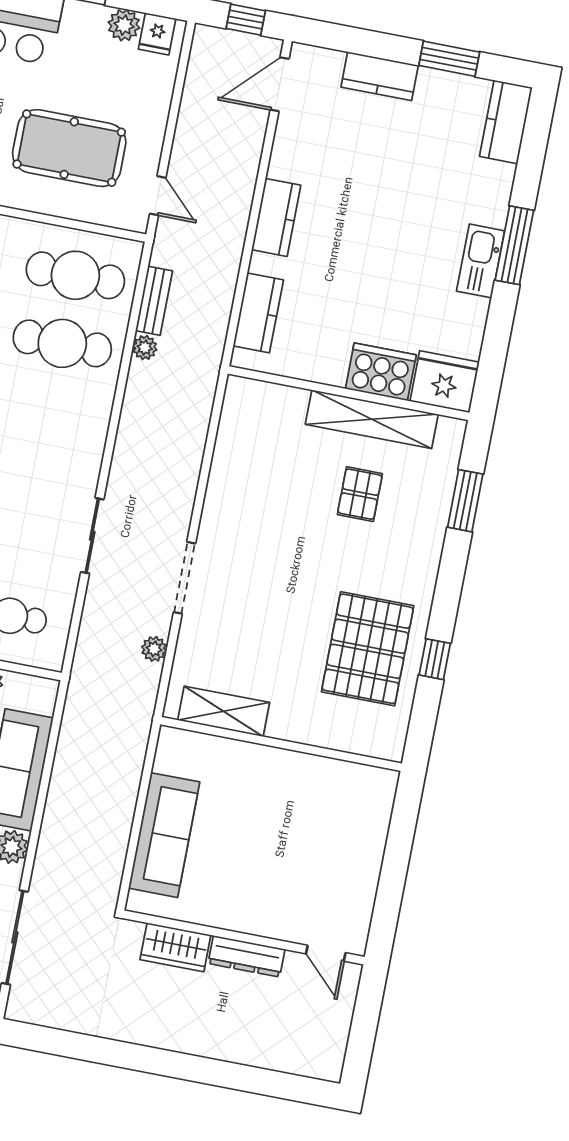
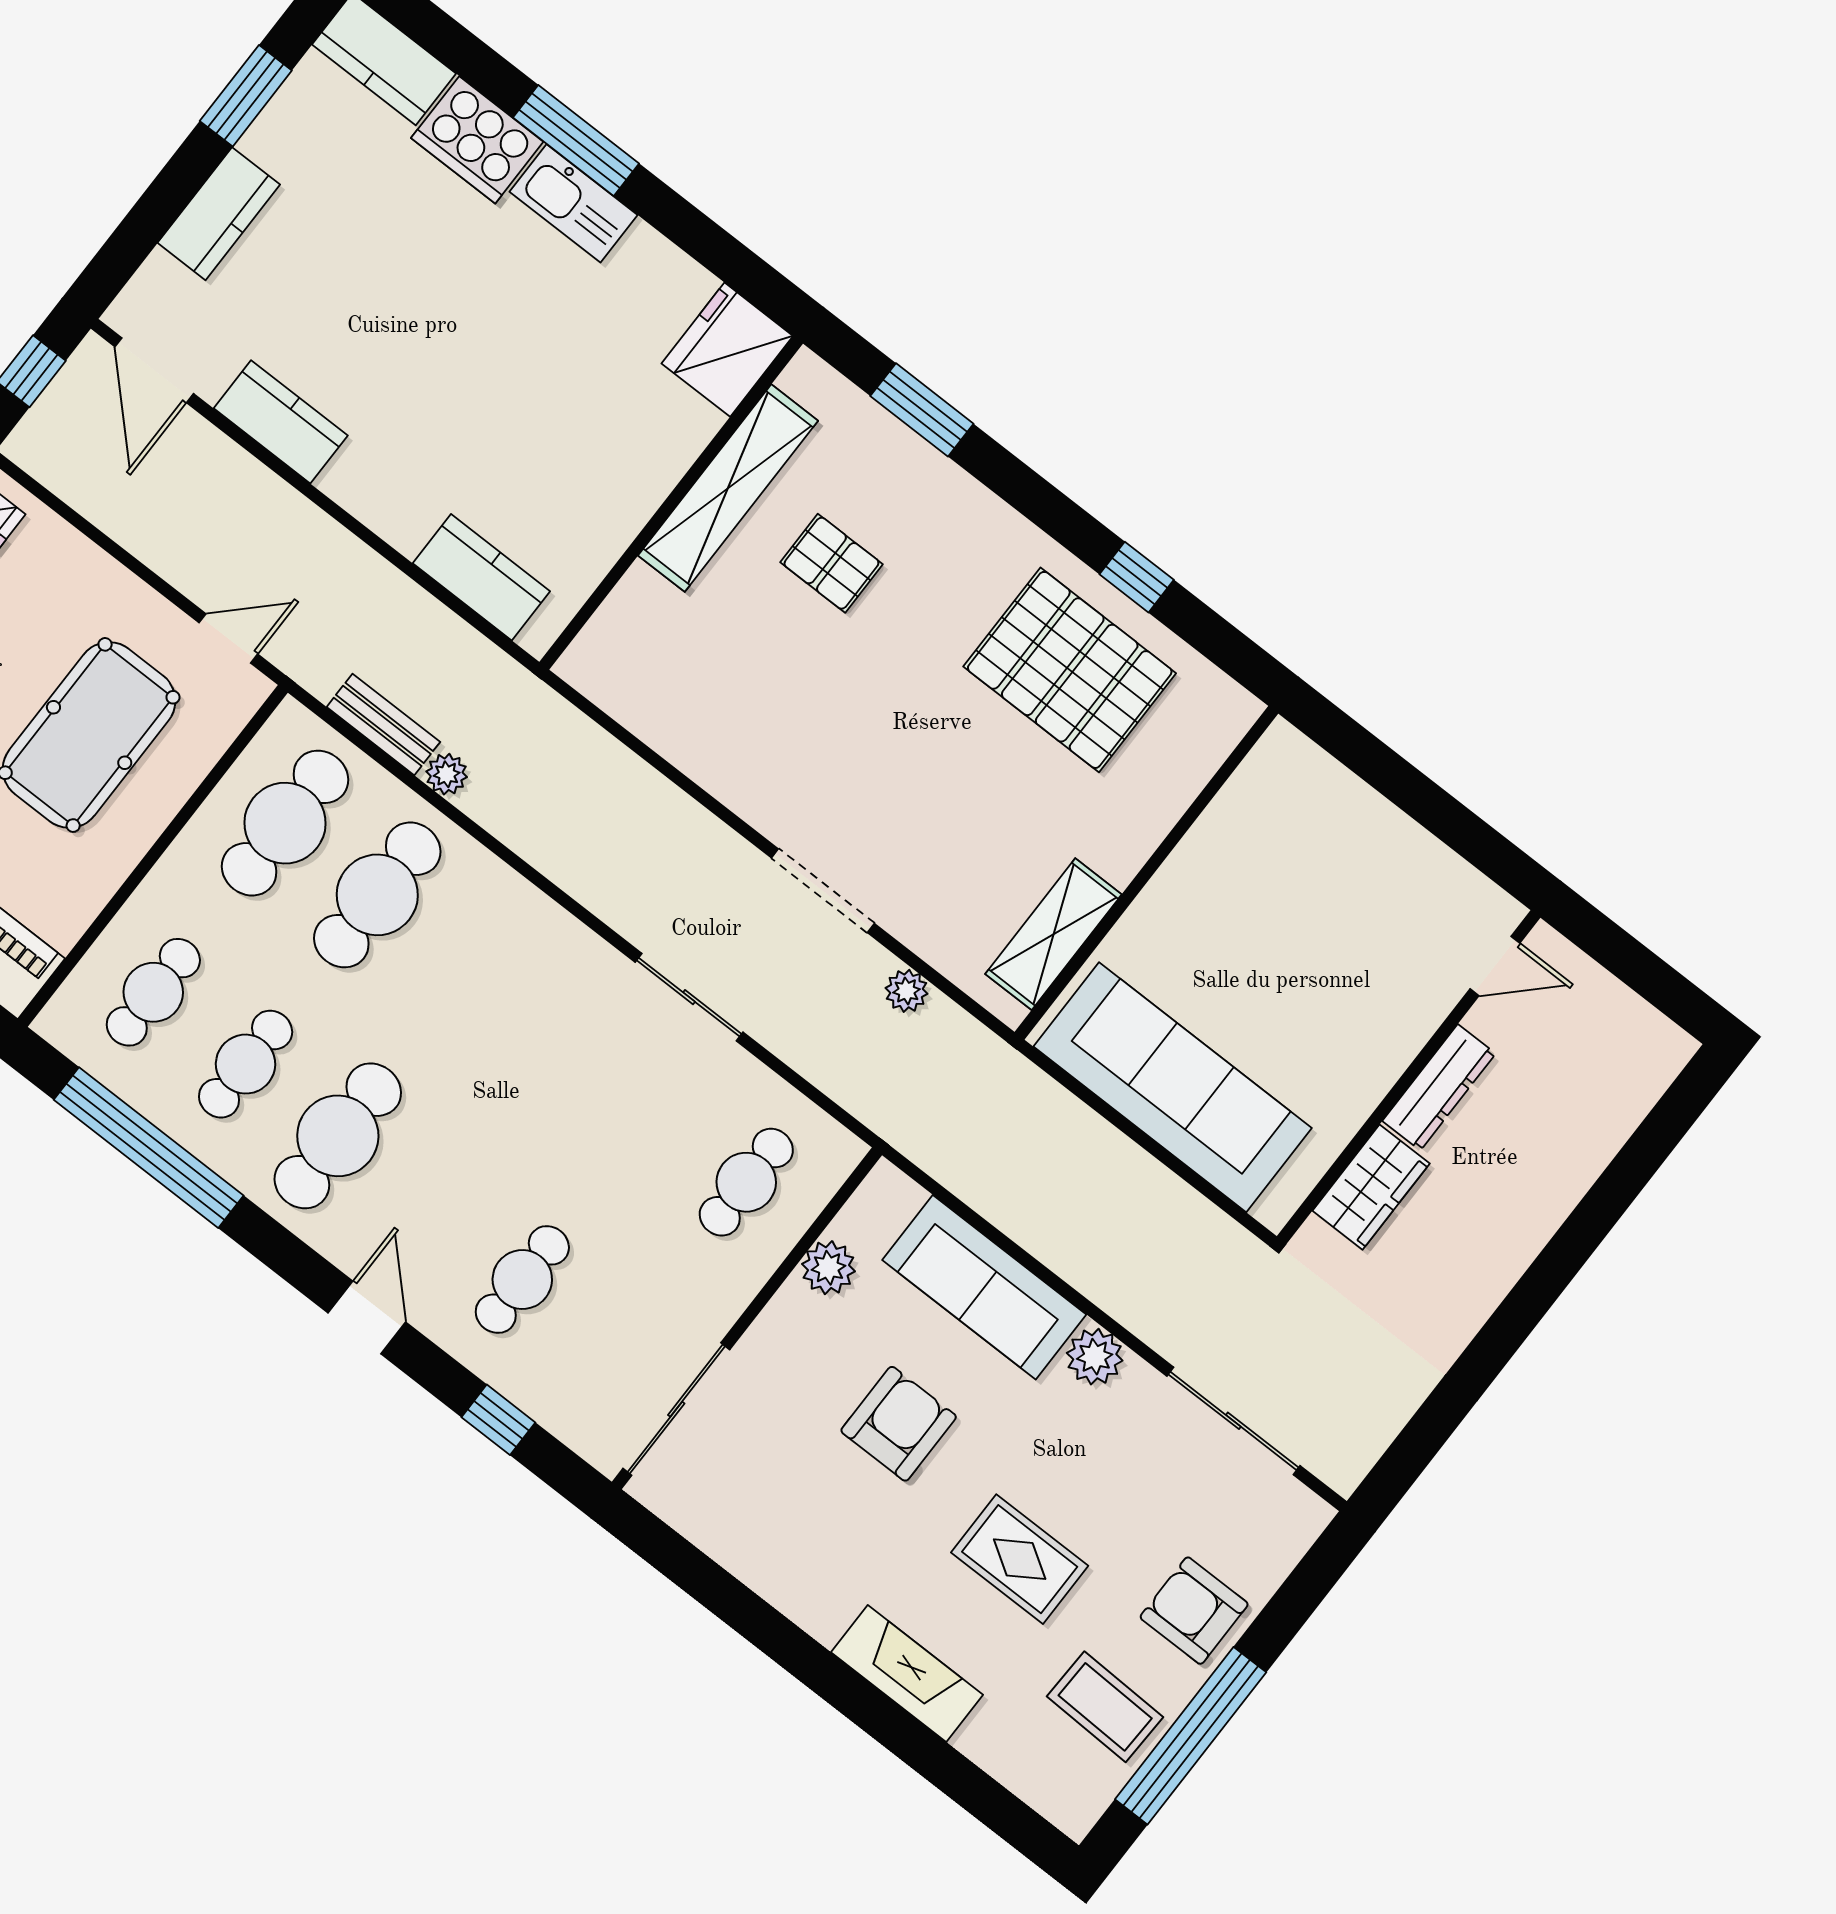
kitchen counter: (276, 217) -> (281, 422), moved
cooker: (381, 372) -> (477, 140), moved, turned -90
sofa: (164, 835) -> (1173, 1087), width x1.36, depth x1.27

